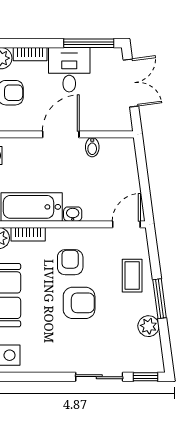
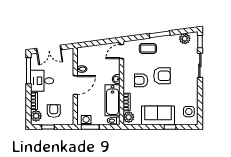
double door: (131, 83) -> (49, 49), swing flipped
door: (61, 134) -> (75, 85), swing flipped
door: (126, 224) -> (122, 51), hinge flipped
armchair: (79, 303) -> (162, 76), turned 90
plant: (148, 326) -> (185, 39), moved

